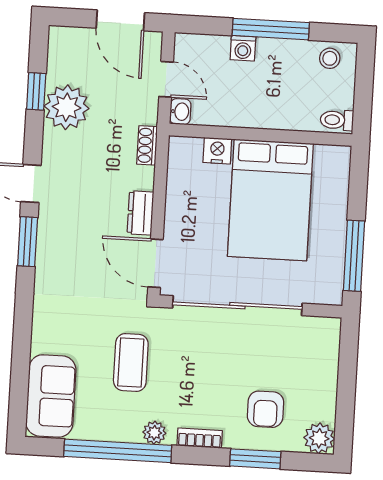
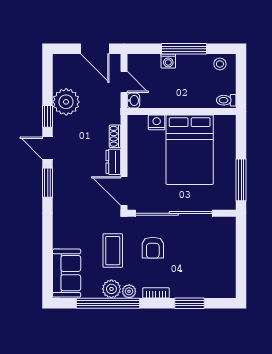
window: (36, 91) -> (48, 116), moved
shoe rack: (147, 145) -> (115, 136), moved
armchair: (266, 409) -> (153, 248), moved
plant: (319, 438) -> (111, 289), moved

